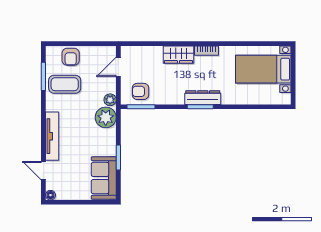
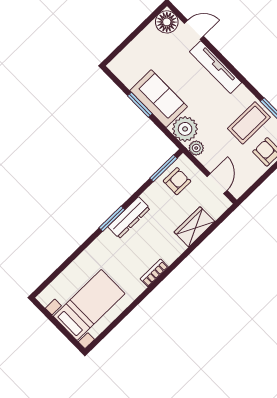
wardrobe: (178, 55) -> (194, 227), moved
dresser: (203, 98) -> (129, 218), moved
sofa: (104, 178) -> (159, 99), moved
floor lamp: (51, 195) -> (167, 22), width x1.89, depth x1.89

